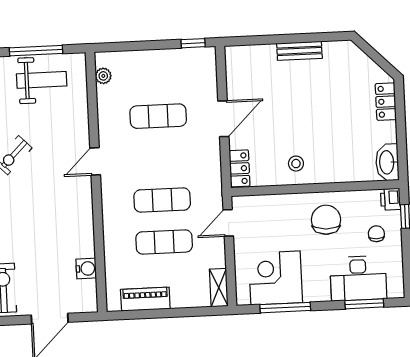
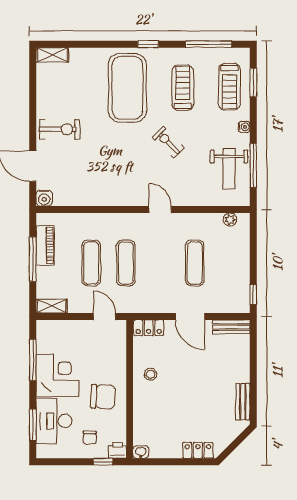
bench: (299, 51) -> (243, 402), moved
bench: (234, 68) -> (231, 327), added
washbasin: (387, 162) -> (141, 452), width x0.52, depth x0.69
chair: (376, 234) -> (90, 438), turned 90
water cooler: (86, 269) -> (44, 198), moved
corner desk: (275, 278) -> (57, 376), moved
window: (163, 313) -> (33, 259), added

